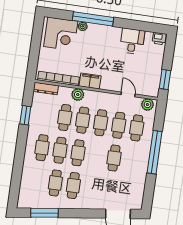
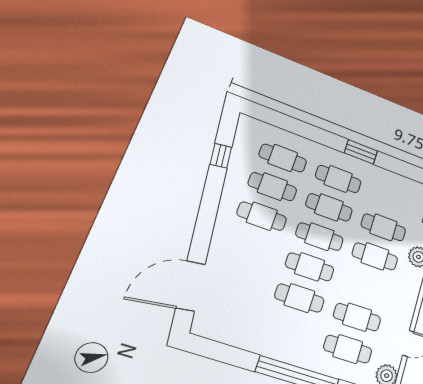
window: (25, 115) -> (361, 152), moved
cafe table: (101, 123) -> (310, 267), moved
cafe table: (37, 180) -> (283, 158), added
window: (44, 213) -> (221, 156), width x0.46

